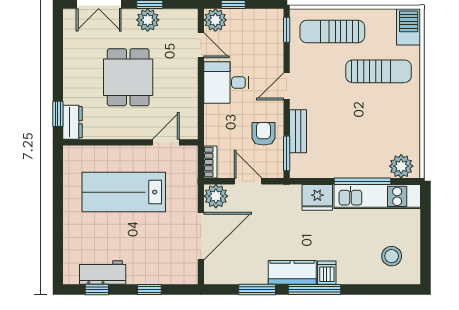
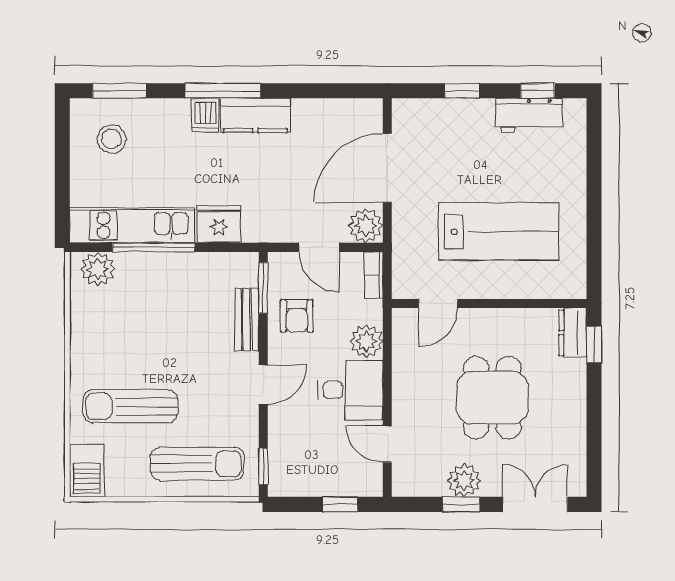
plant: (215, 20) -> (366, 341), moved
window: (257, 289) -> (119, 91), moved

